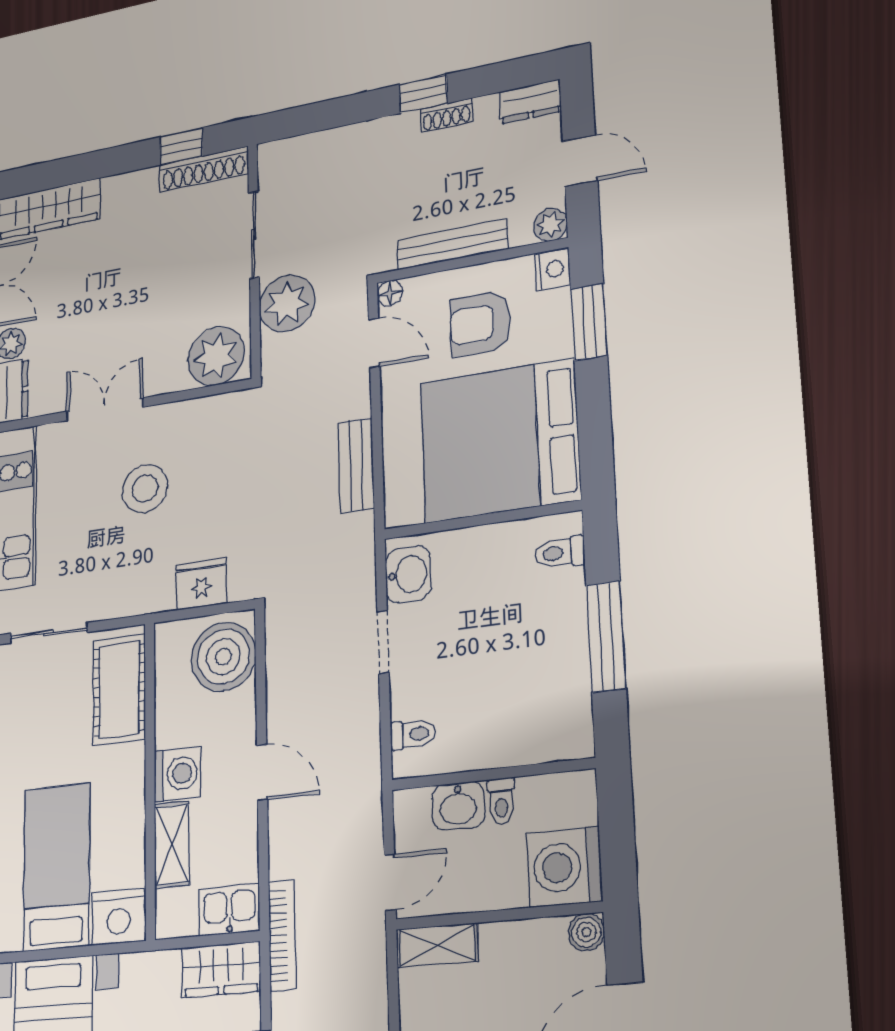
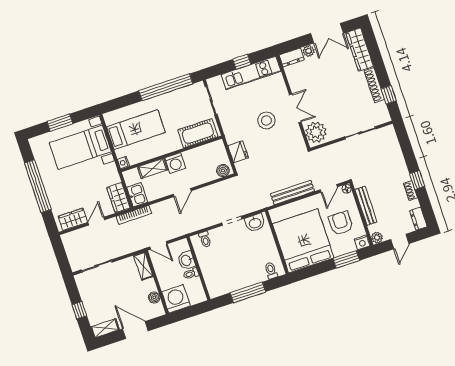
shoe rack: (204, 169) -> (374, 85), moved
plant: (287, 303) -> (338, 153), removed
double door: (104, 409) -> (295, 108), moved
bench: (356, 465) -> (292, 192), width x1.36
boiler: (223, 657) -> (223, 171), width x0.54, depth x0.54
nightstand: (118, 917) -> (123, 163), width x0.53, depth x0.56
boiler: (586, 932) -> (154, 298), moved

